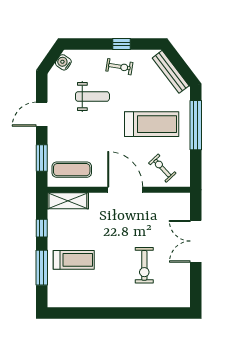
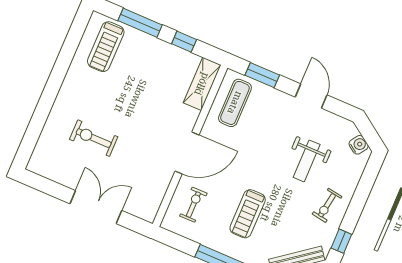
window: (121, 44) -> (341, 241), moved
treadmill: (152, 124) -> (248, 214), width x0.73, depth x0.73
exercise bike: (162, 168) -> (193, 205), turned -47
treadmill: (74, 260) -> (106, 47), moved

